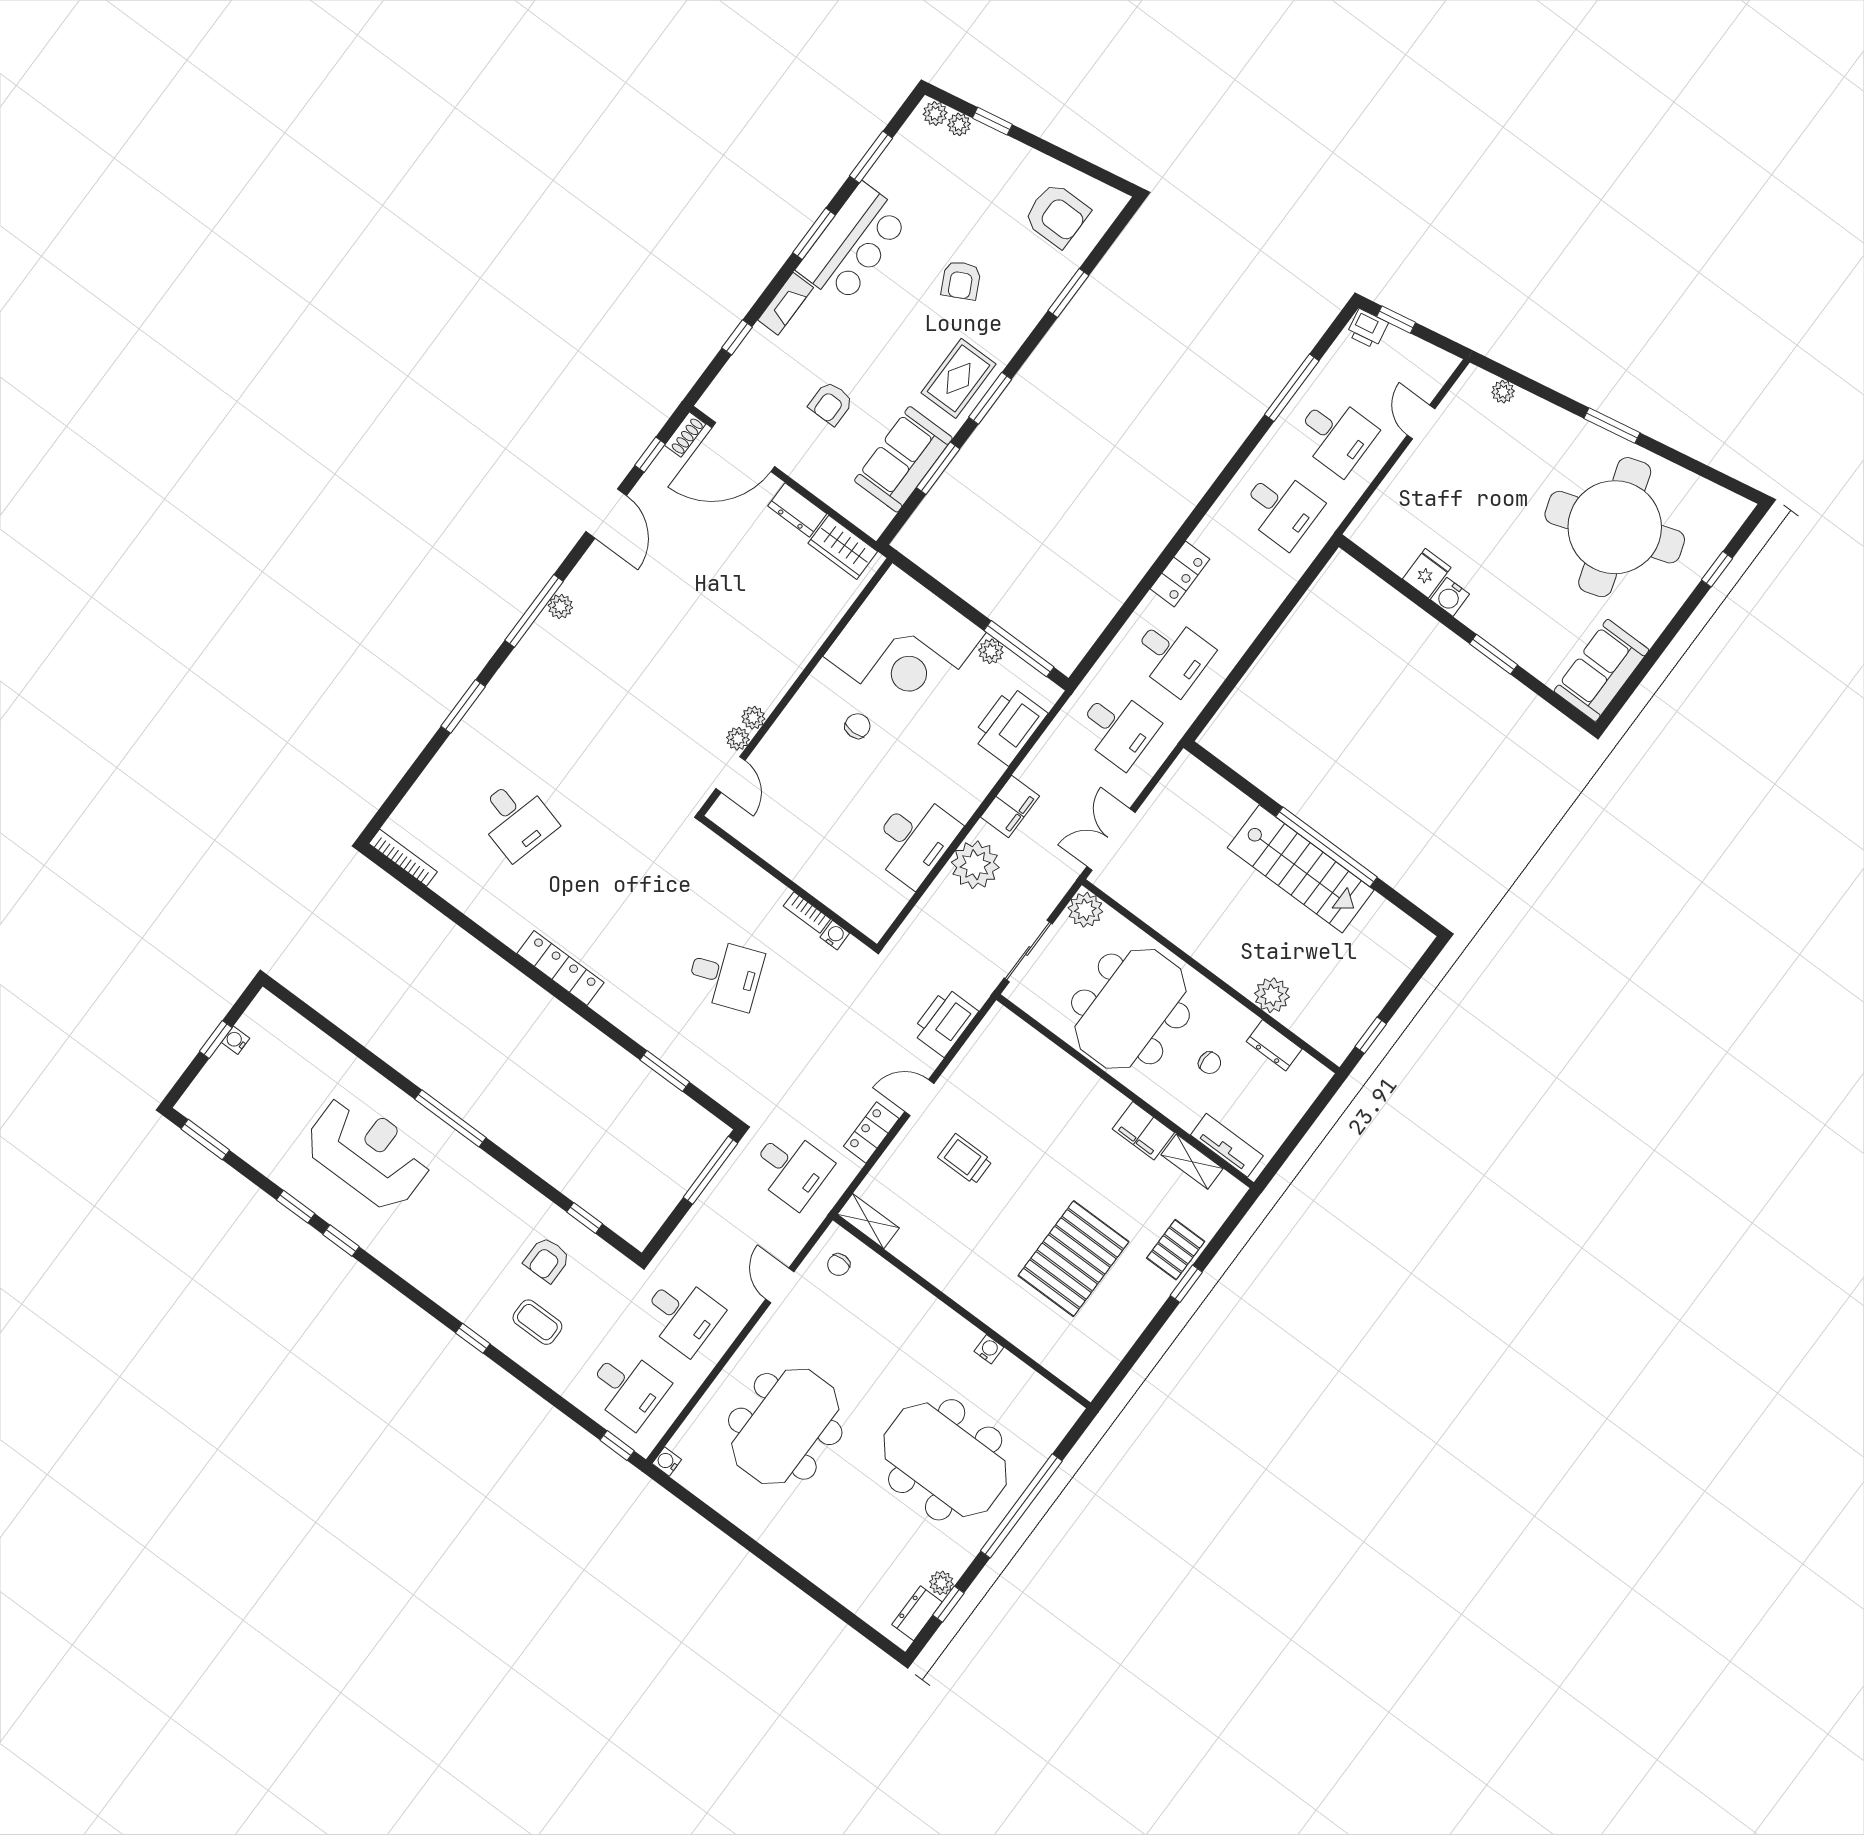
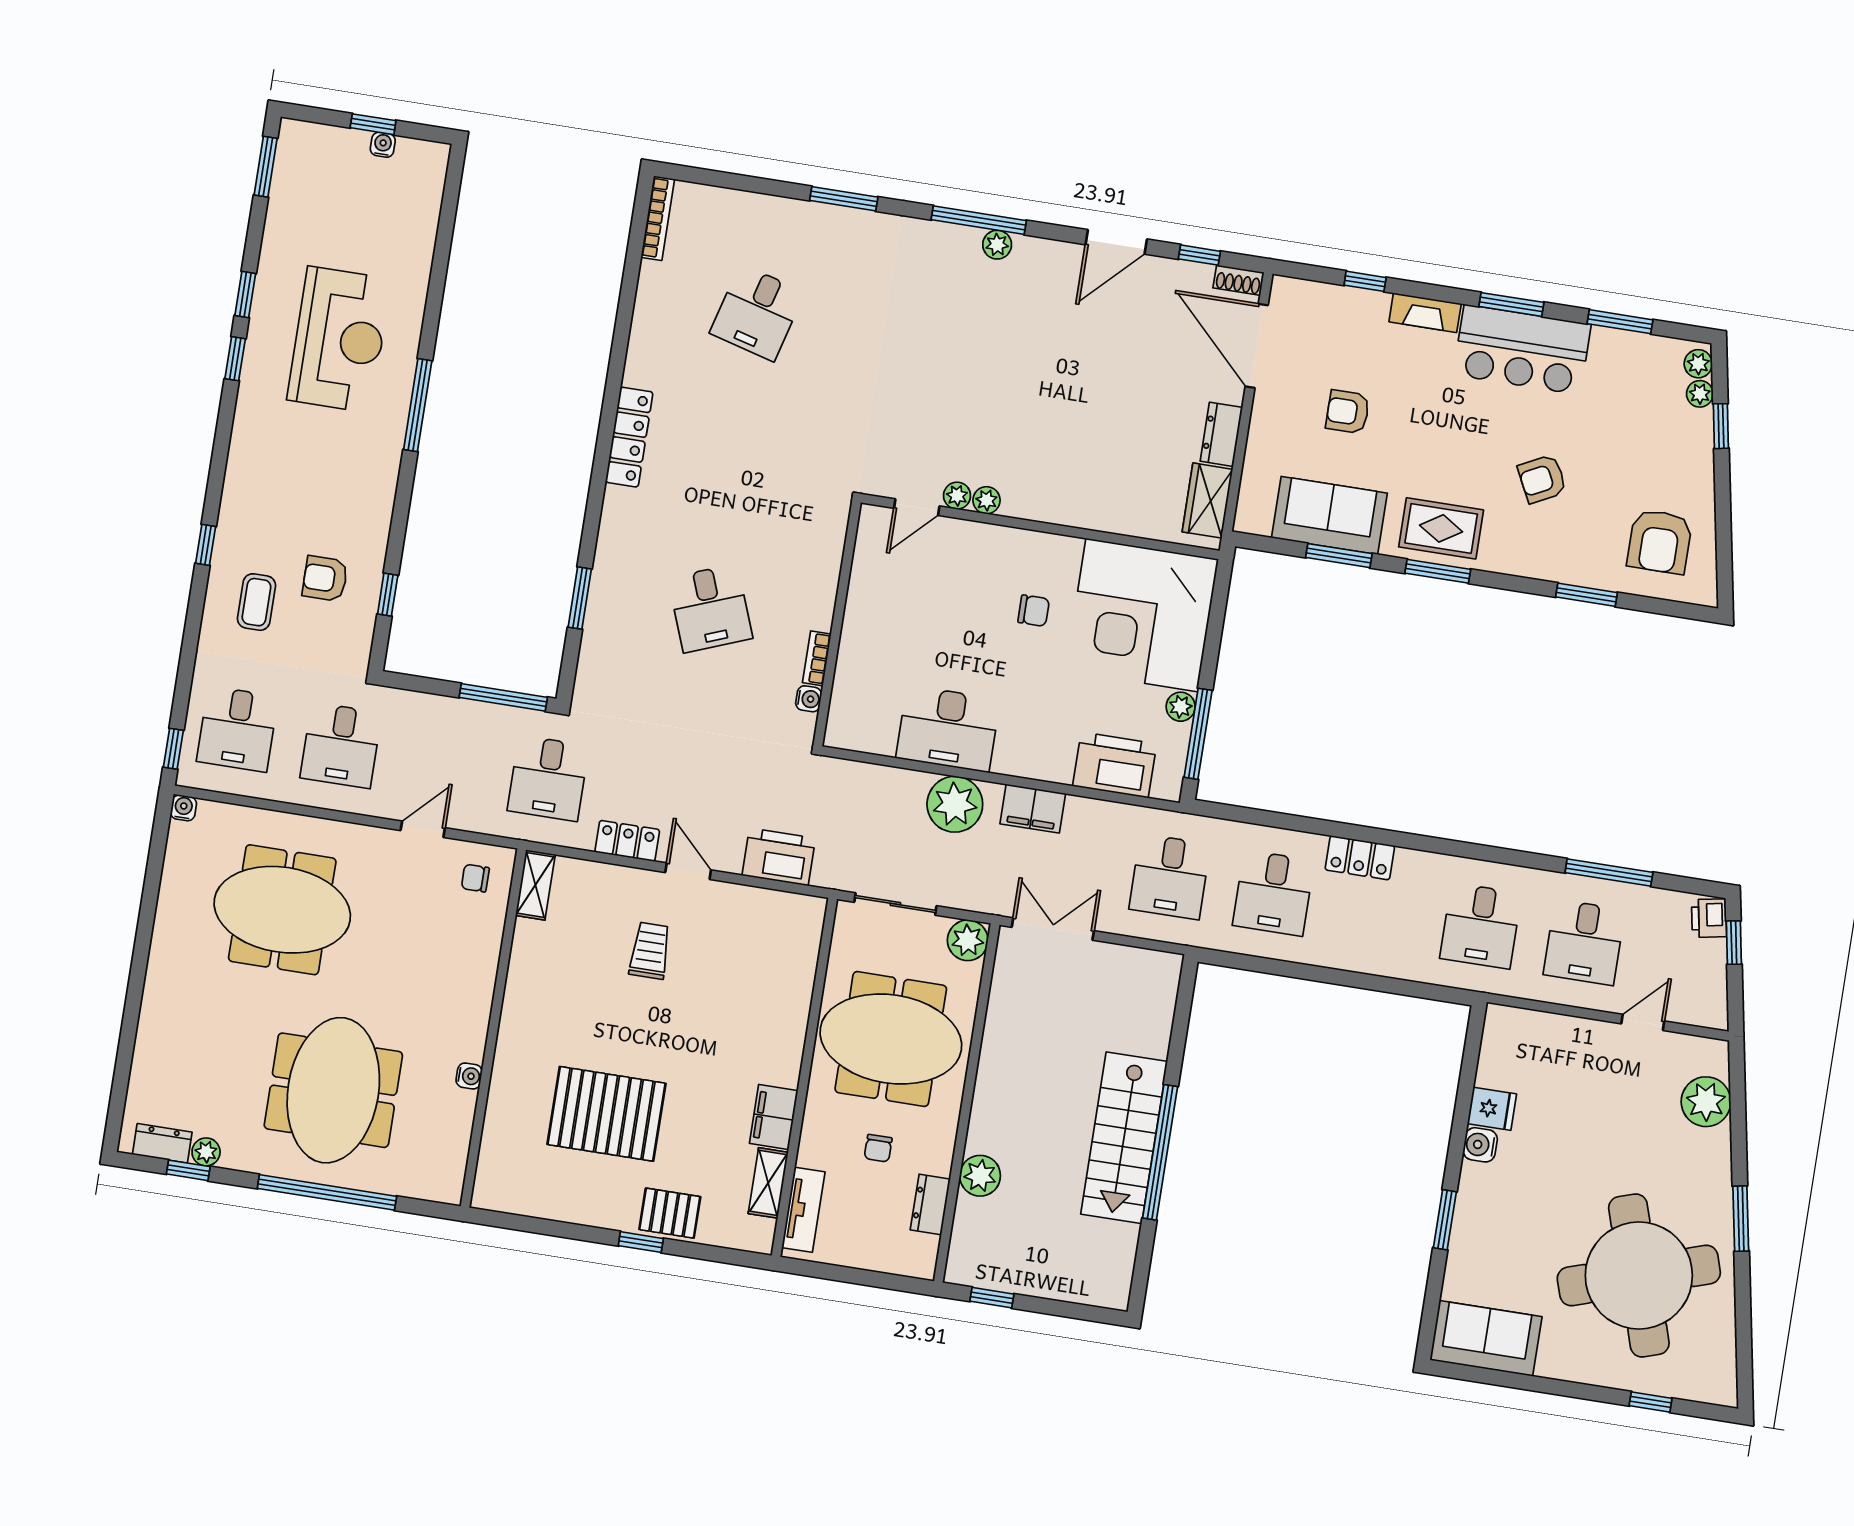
plant: (1503, 392) -> (1706, 1102), width x1.88, depth x1.88

